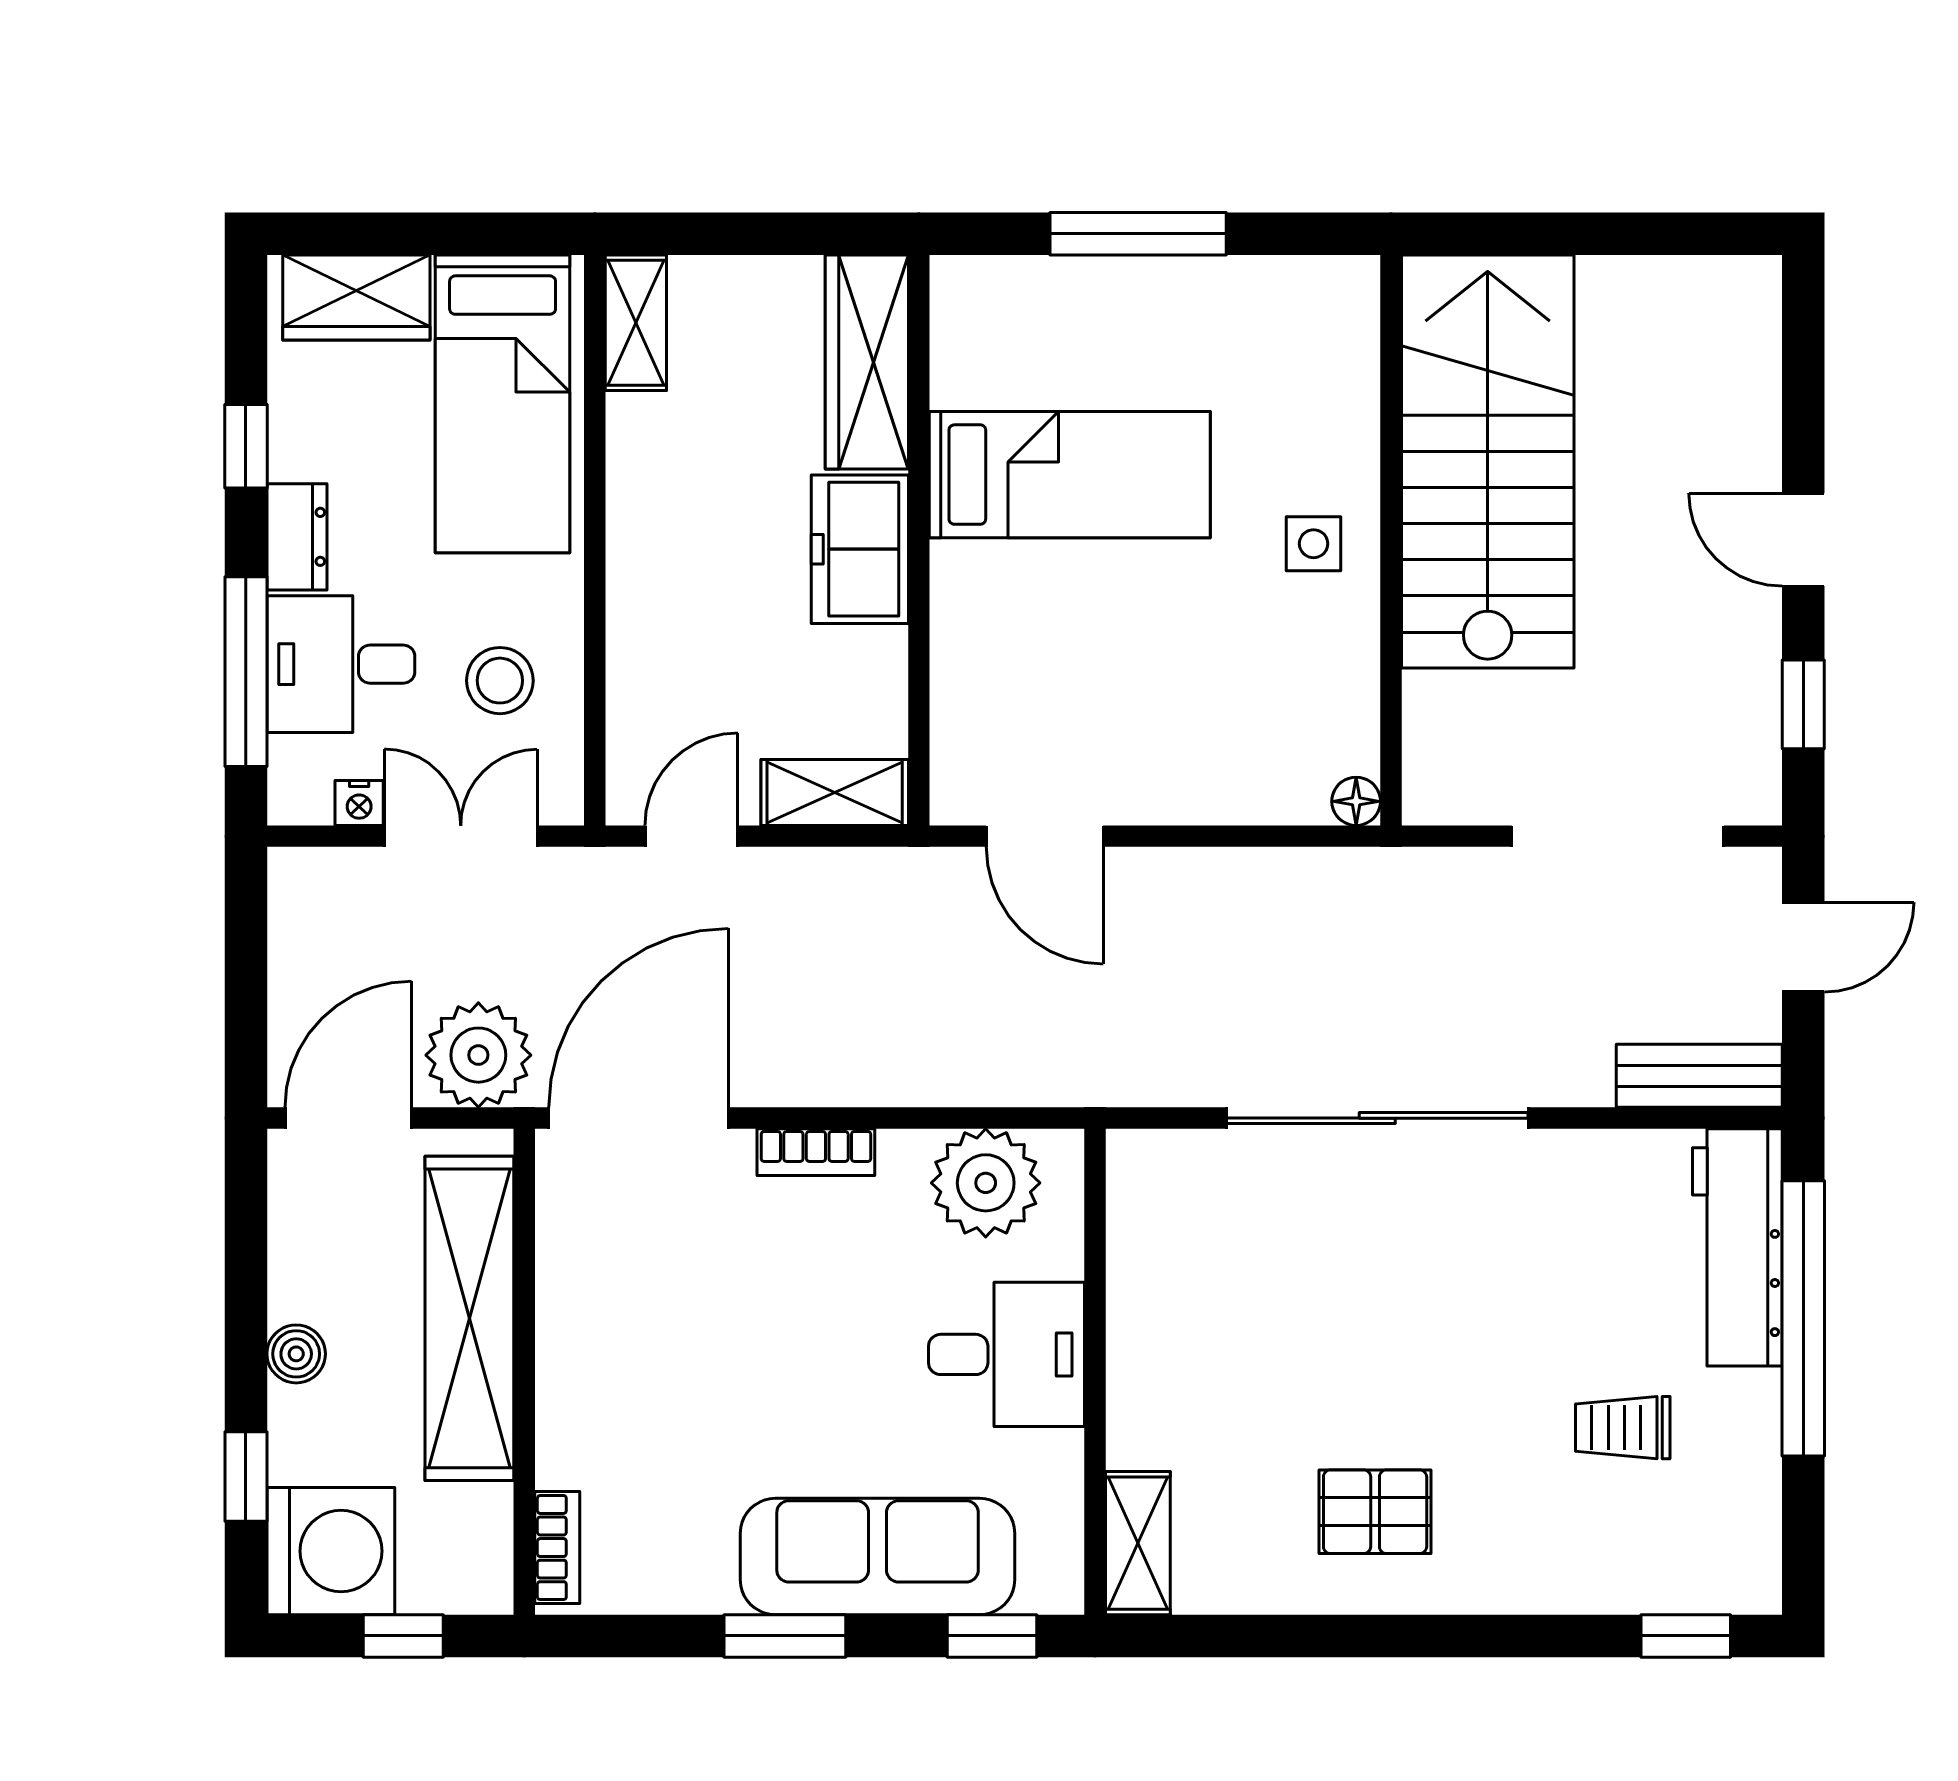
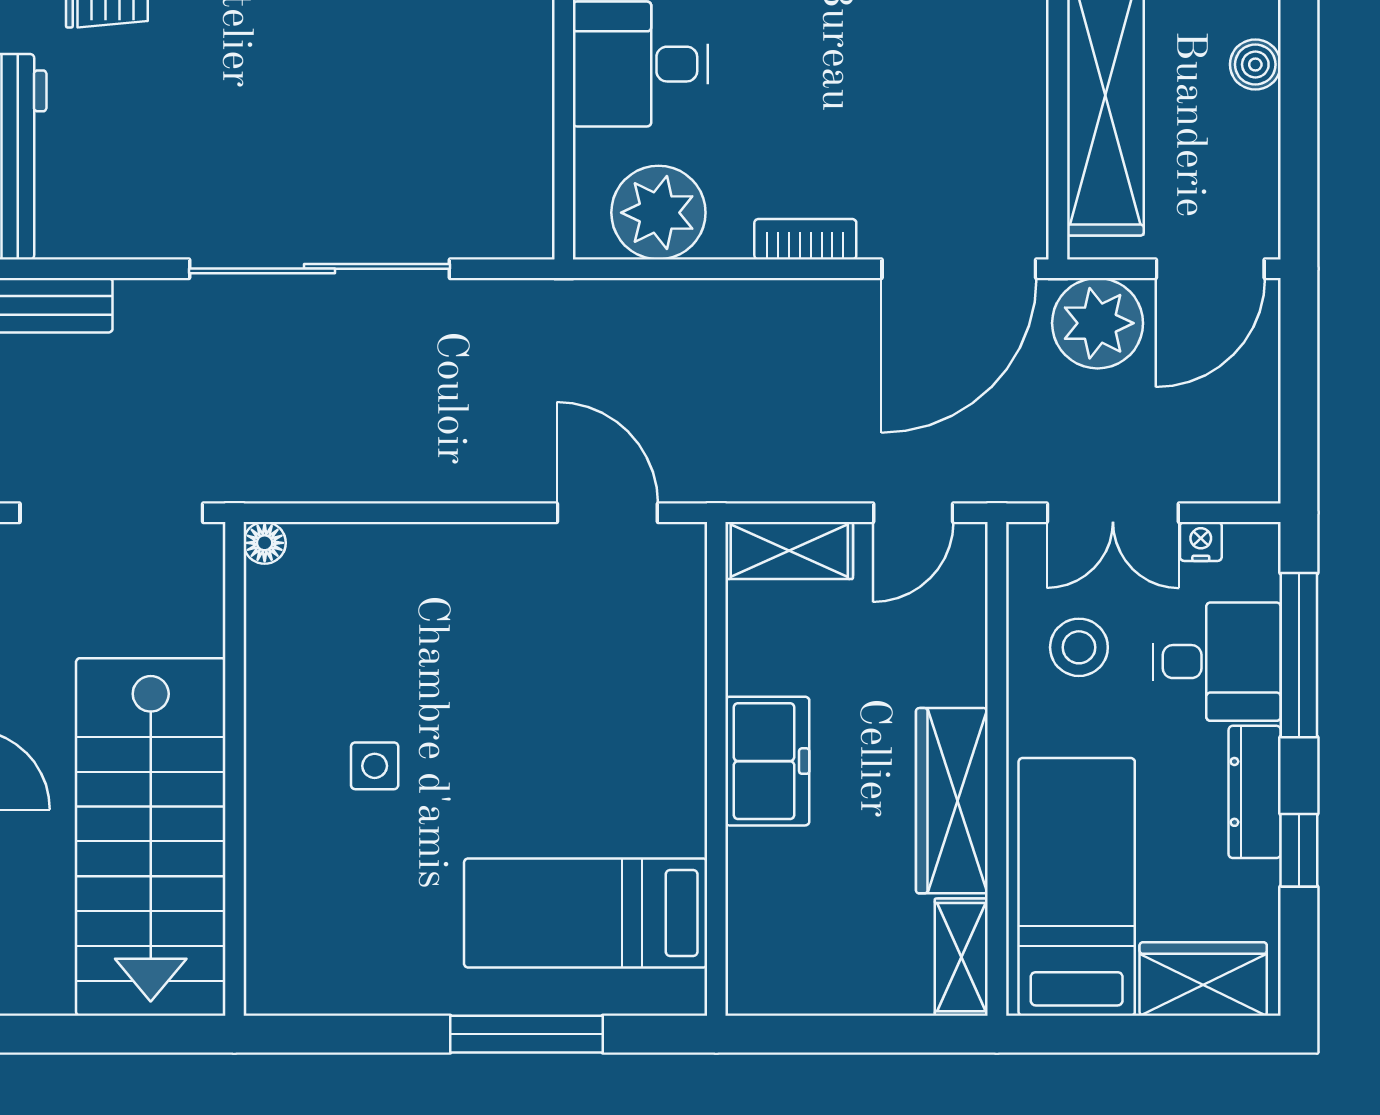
wardrobe: (867, 362) -> (952, 801), moved, turned 180
stairs: (1488, 462) -> (151, 837), moved
bed: (1070, 475) -> (586, 913), moved
dresser: (297, 537) -> (1255, 792), width x1.44
wall: (1391, 540) -> (234, 769), moved
floor lamp: (1356, 801) -> (265, 543), moved

